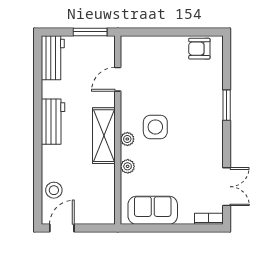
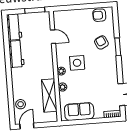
door: (118, 79) -> (53, 37), swing flipped
armchair: (199, 95) -> (101, 42), added
workbench: (53, 122) -> (16, 54), moved
shelving: (104, 136) -> (49, 95), moved

